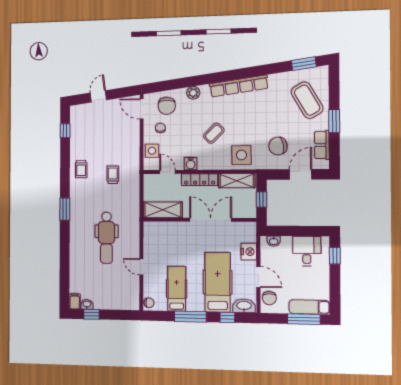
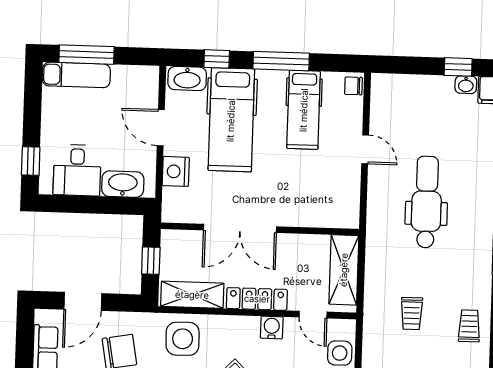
shelving: (163, 210) -> (344, 270), moved, turned 90
washbasin: (274, 241) -> (123, 184), width x1.91, depth x1.45
chair: (269, 298) -> (143, 91), removed

